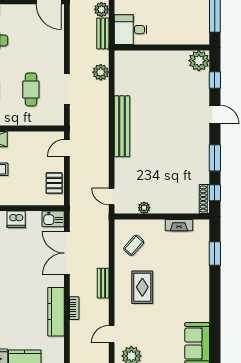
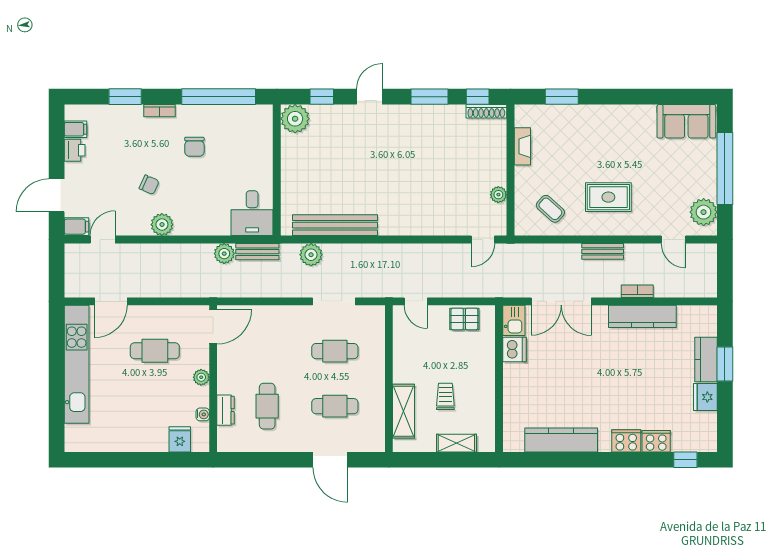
bench: (122, 126) -> (335, 225), moved
dishwasher: (16, 219) -> (514, 350), moved

